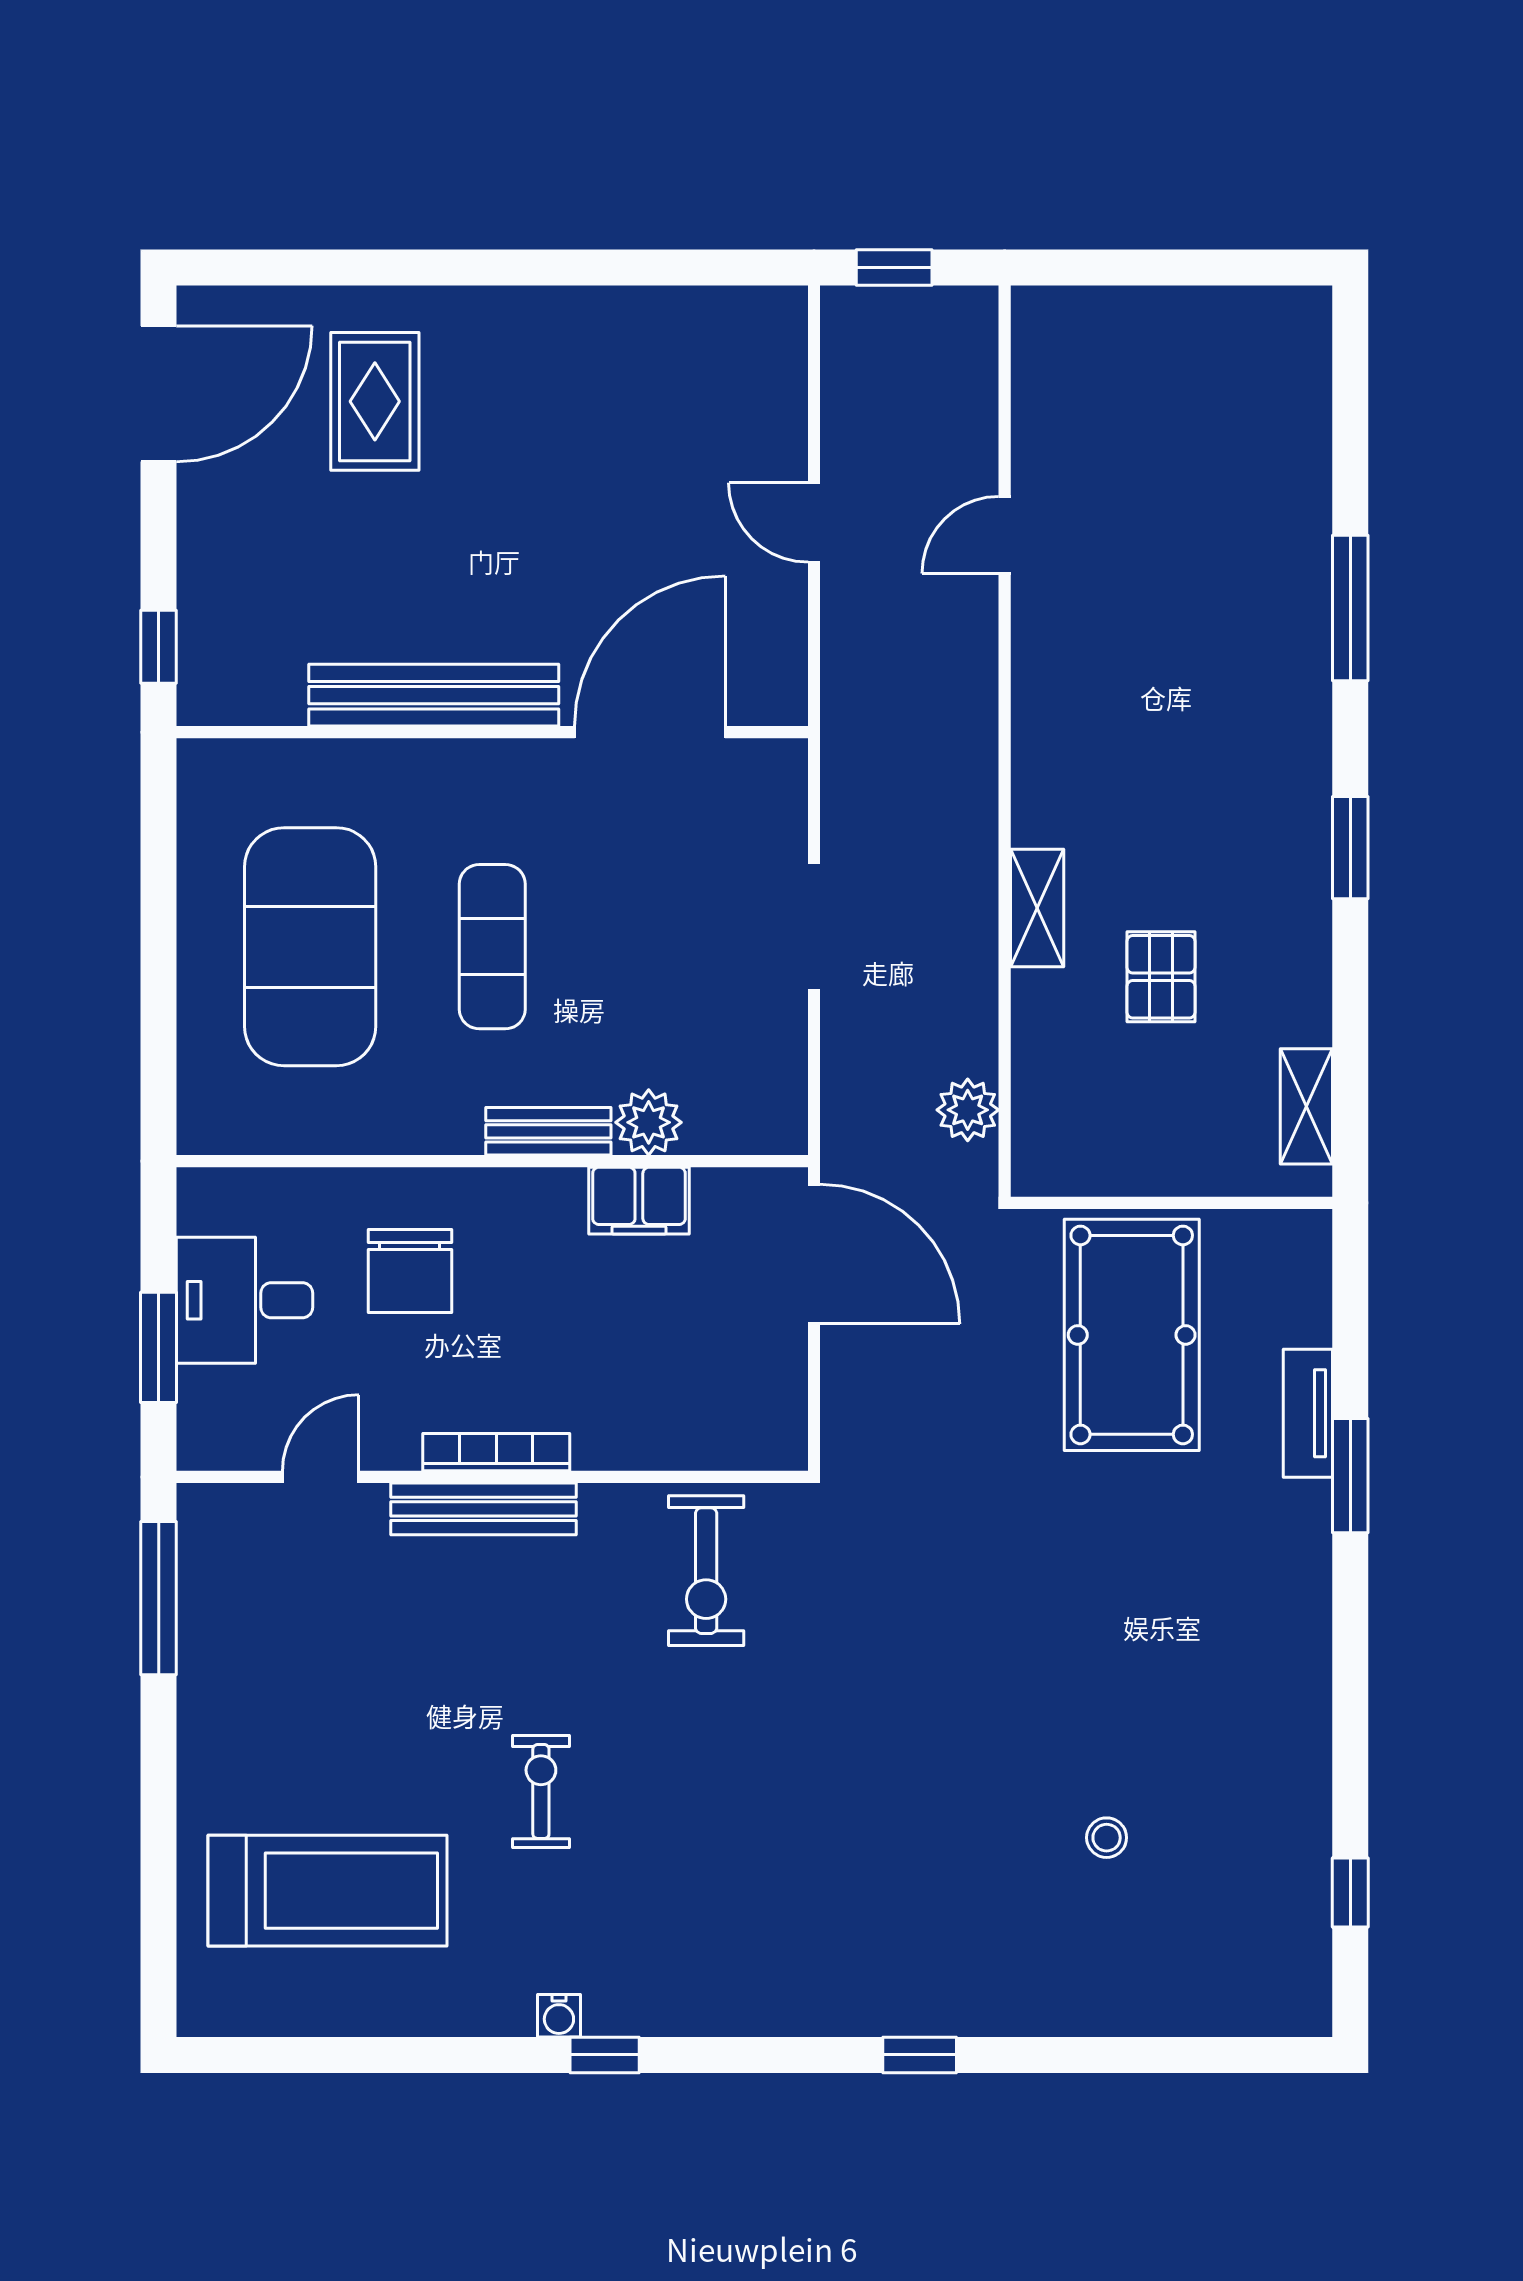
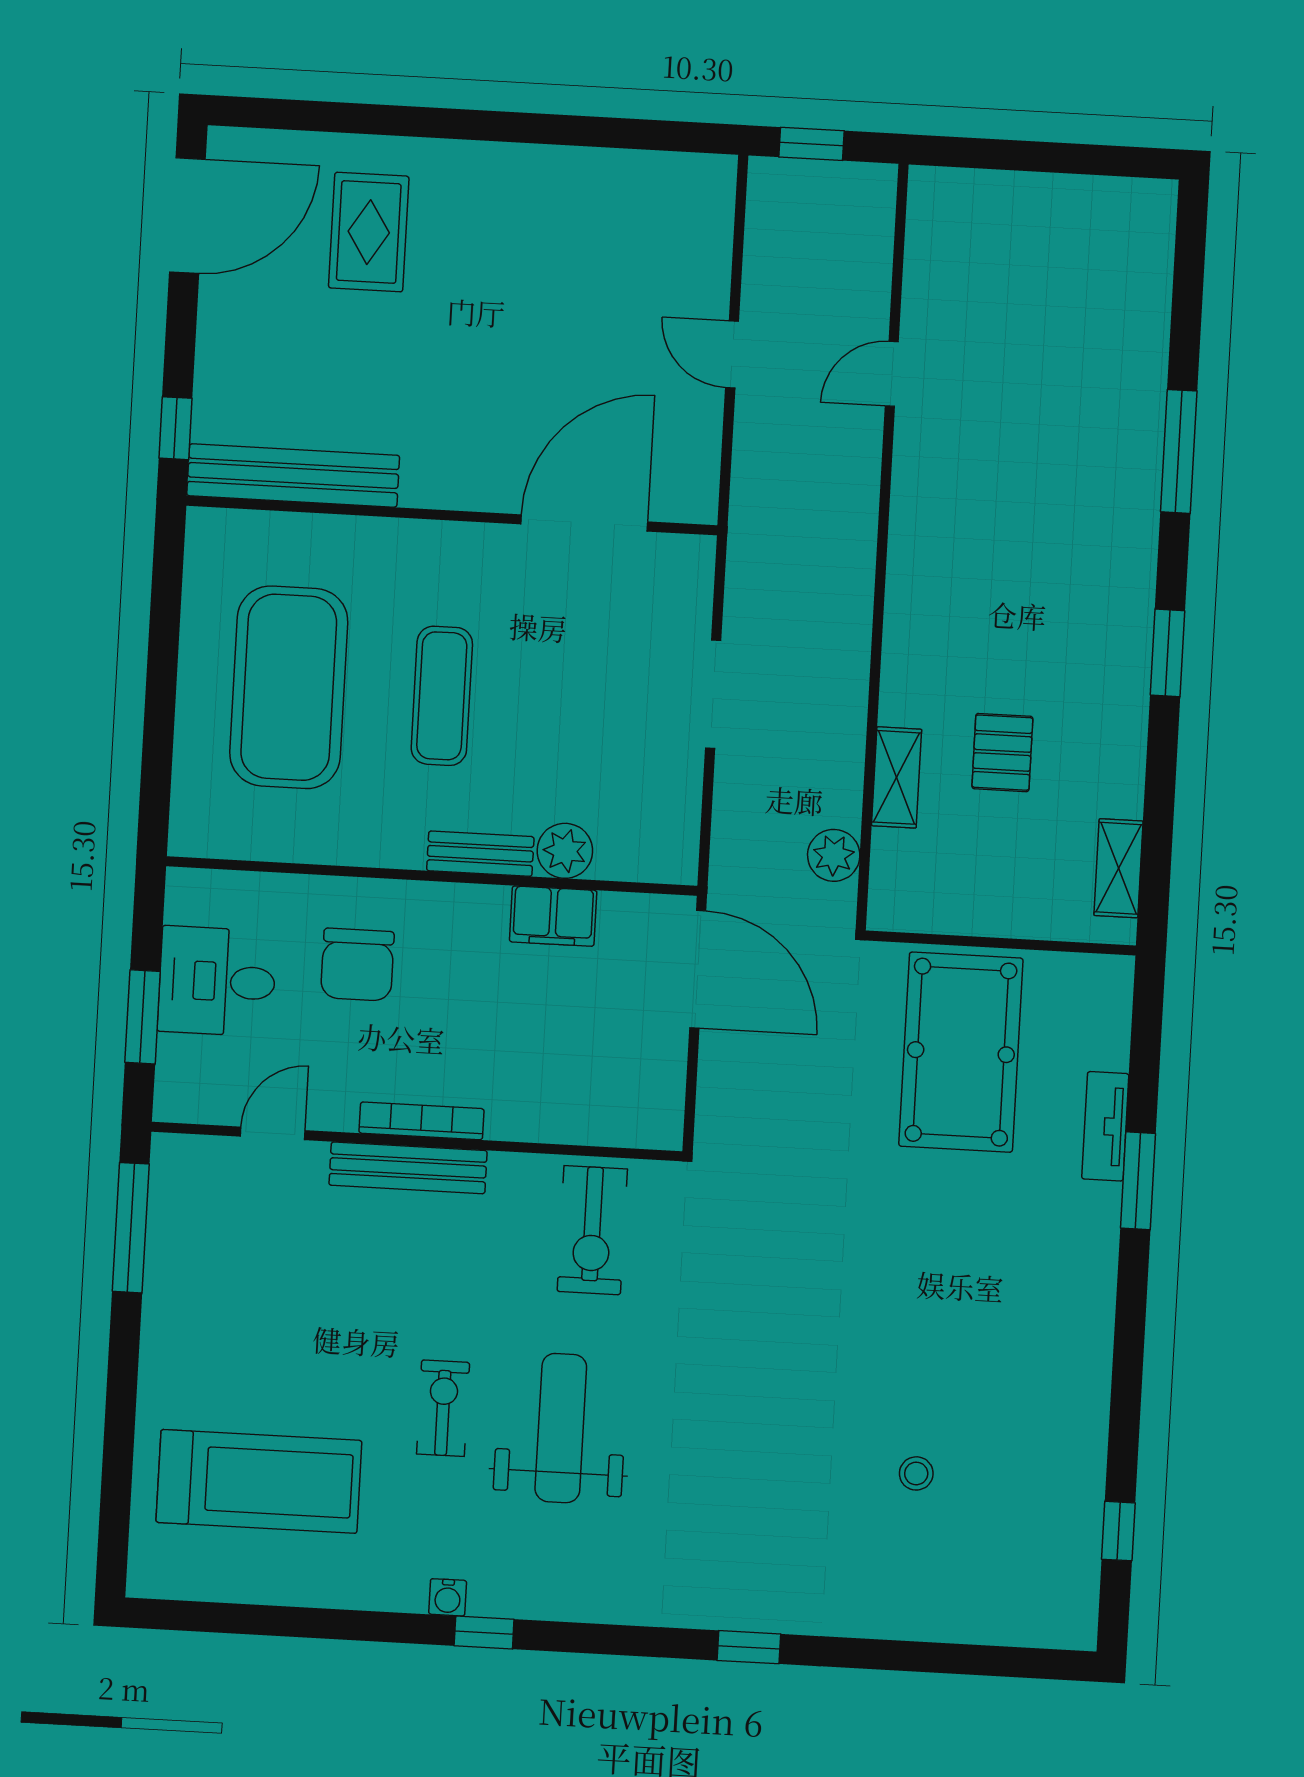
bench: (434, 695) -> (293, 475), moved
shelving: (1037, 908) -> (897, 777), moved
weight bench: (682, 1807) -> (561, 1428), added

